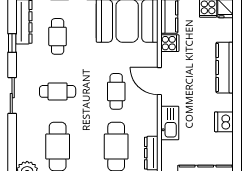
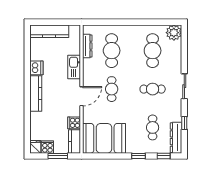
kitchen counter: (225, 68) -> (36, 93), moved
door: (159, 81) -> (81, 96), hinge flipped

